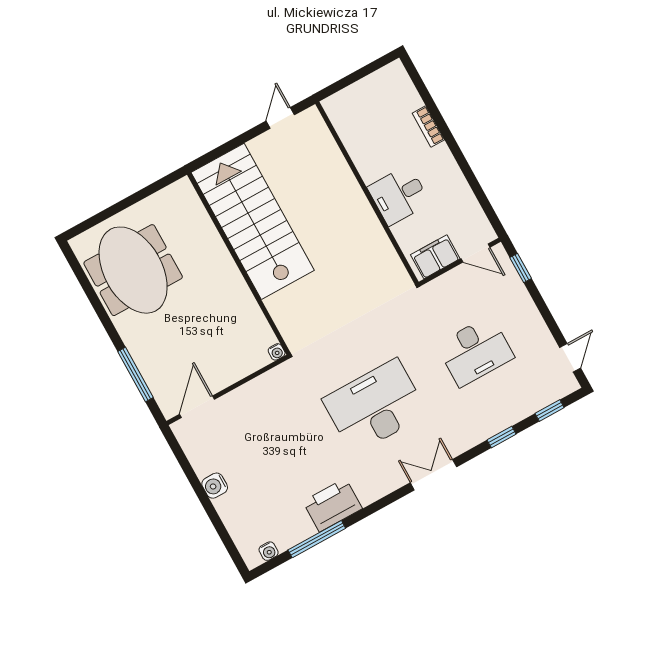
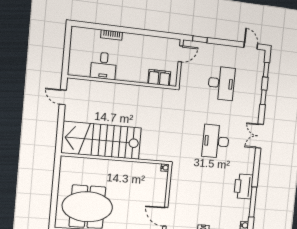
desk: (399, 195) -> (104, 66), moved
filing cabinet: (435, 257) -> (159, 78), moved, turned 90
desk: (375, 406) -> (216, 141), width x0.73, depth x0.77

